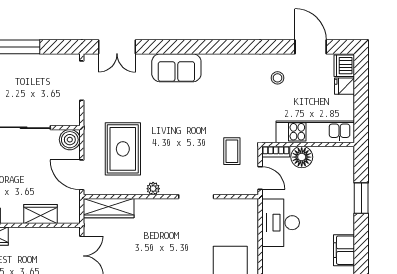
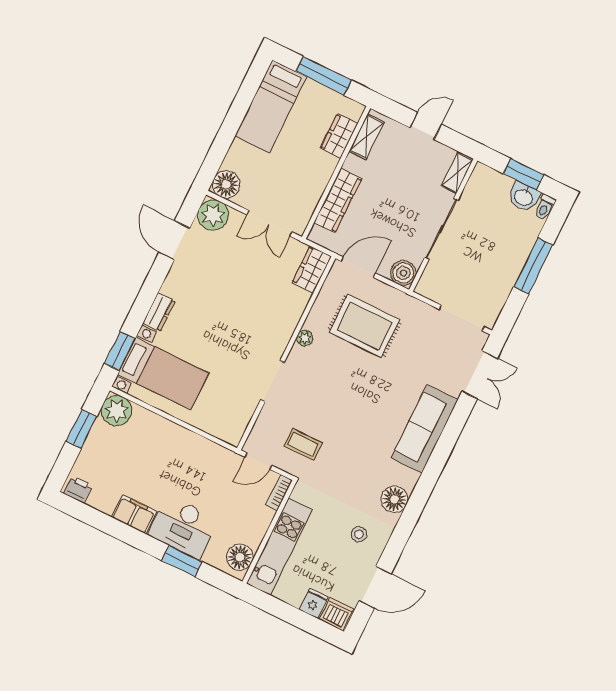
double door: (117, 47) -> (480, 375), swing flipped
floor lamp: (239, 64) -> (394, 499), added
sofa: (176, 68) -> (425, 429), width x1.36
floor lamp: (302, 157) -> (240, 557), moved
wardrobe: (109, 208) -> (312, 269), width x0.67
wardrobe: (40, 214) -> (338, 201), width x1.50
desk: (281, 223) -> (183, 527), moved, turned 180

